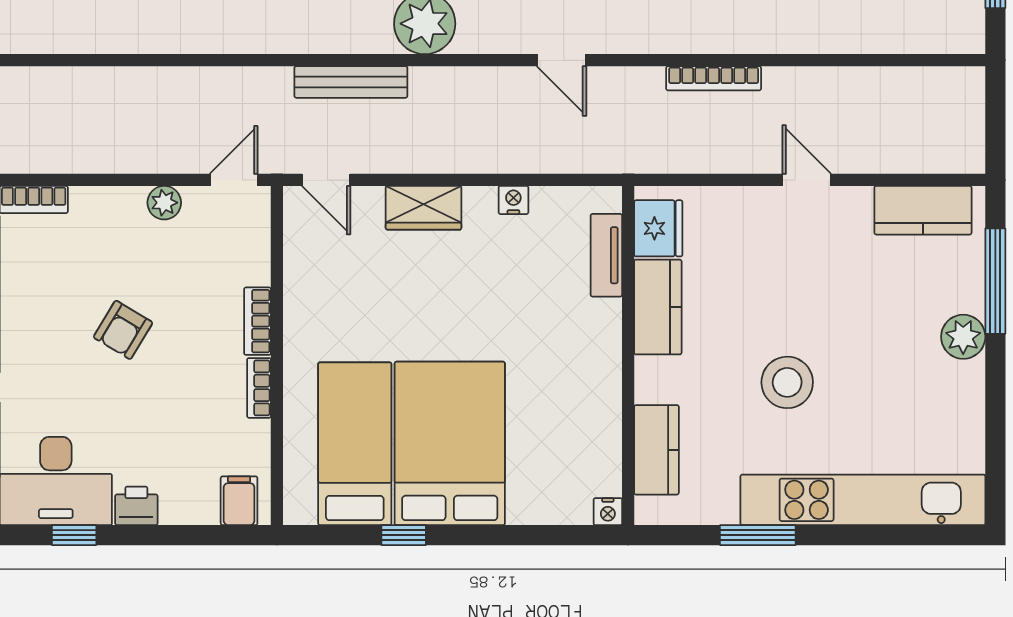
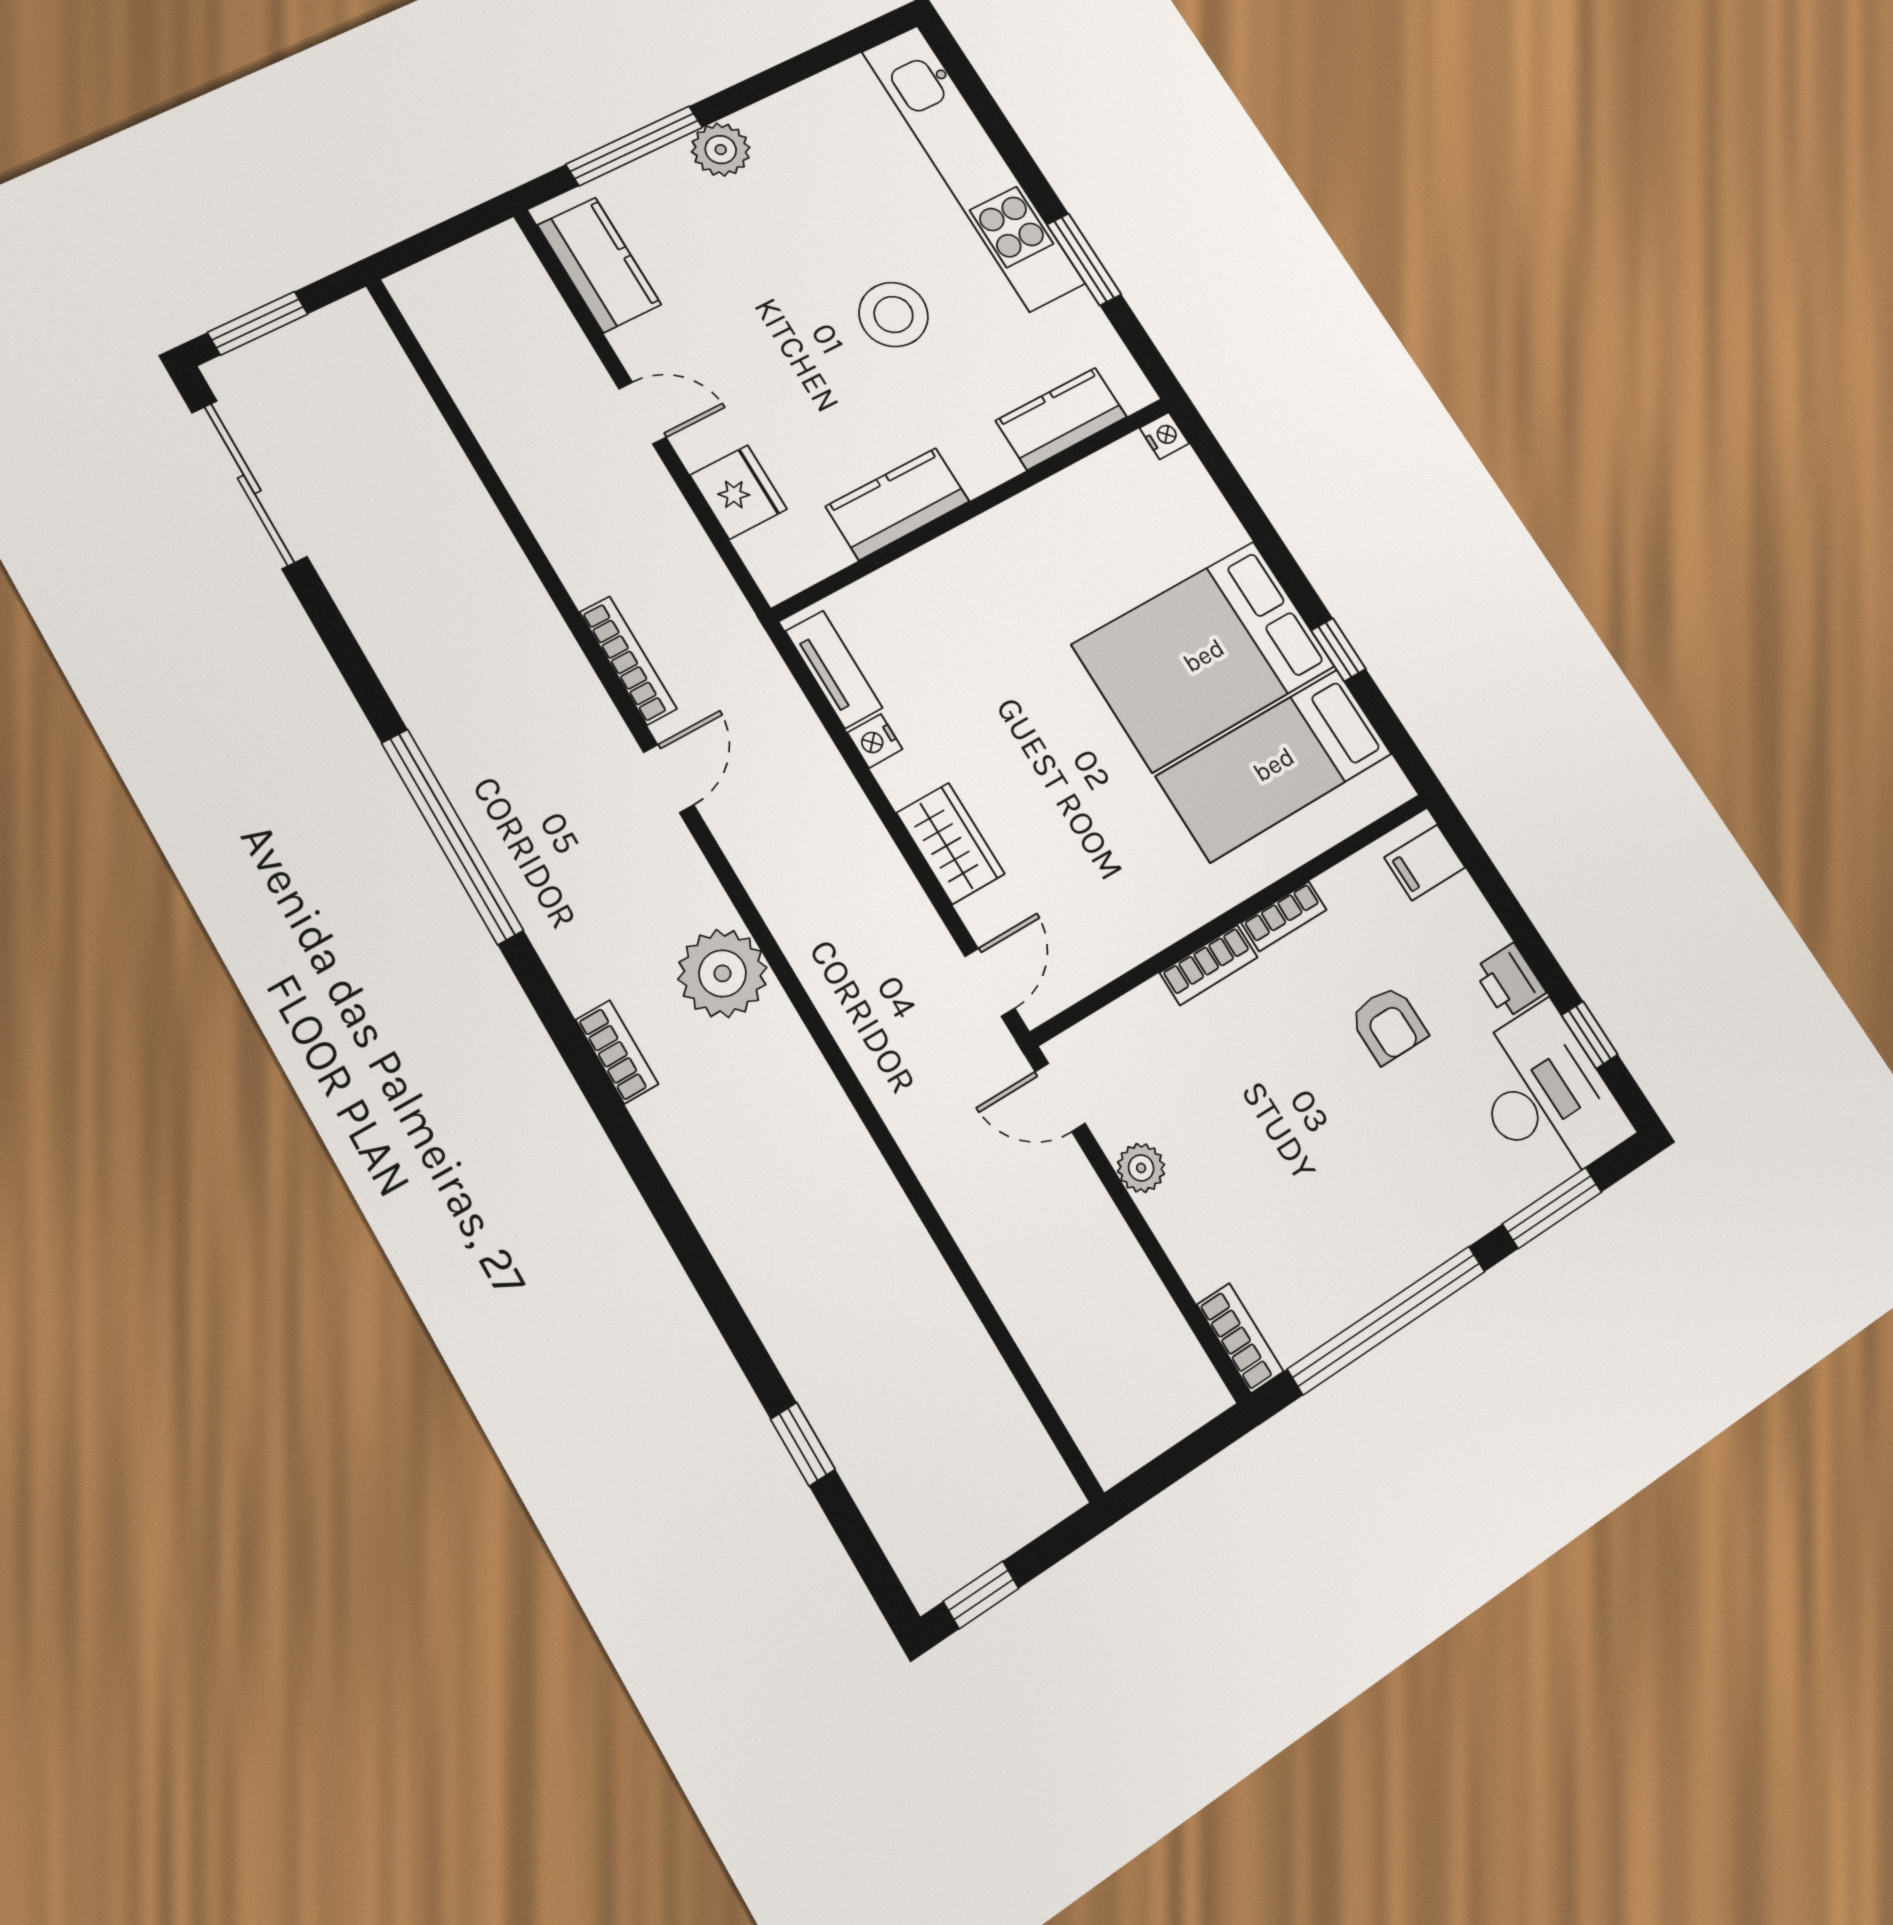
bookcase: (714, 78) -> (628, 660), moved
bench: (351, 82) -> (851, 1023), removed
door: (807, 180) -> (642, 413), swing flipped
fridge: (658, 228) -> (738, 492), moved, turned 90
tv unit: (606, 255) -> (834, 669), moved, turned -90
armchair: (123, 330) -> (1388, 1025), moved, turned 59

